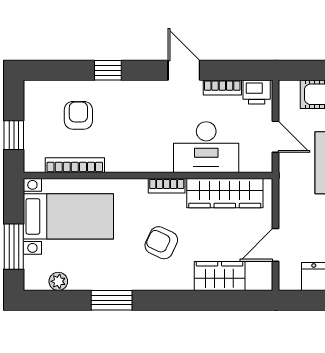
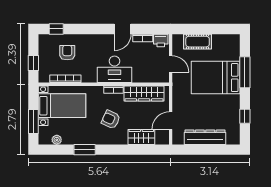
window: (108, 70) -> (56, 29), moved
door: (184, 70) -> (123, 29), swing flipped
desk: (206, 147) -> (114, 69), moved

